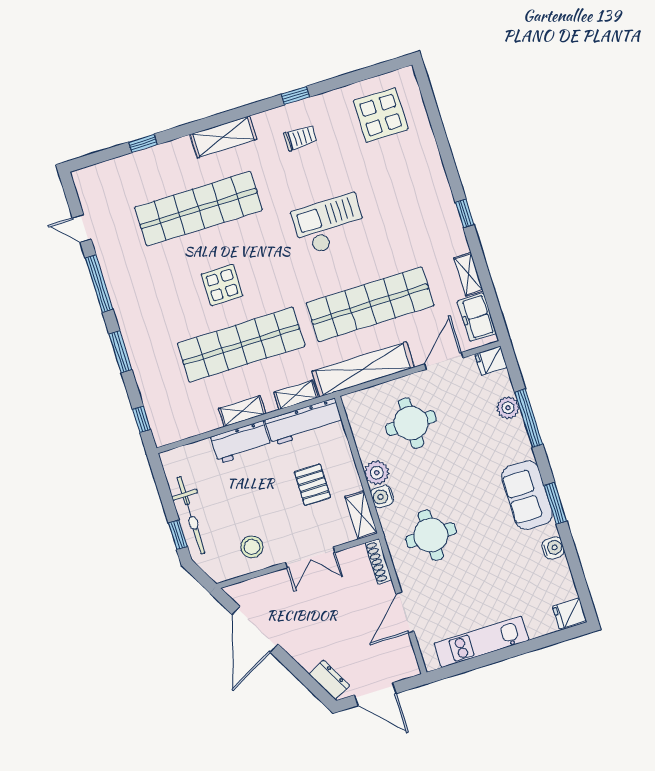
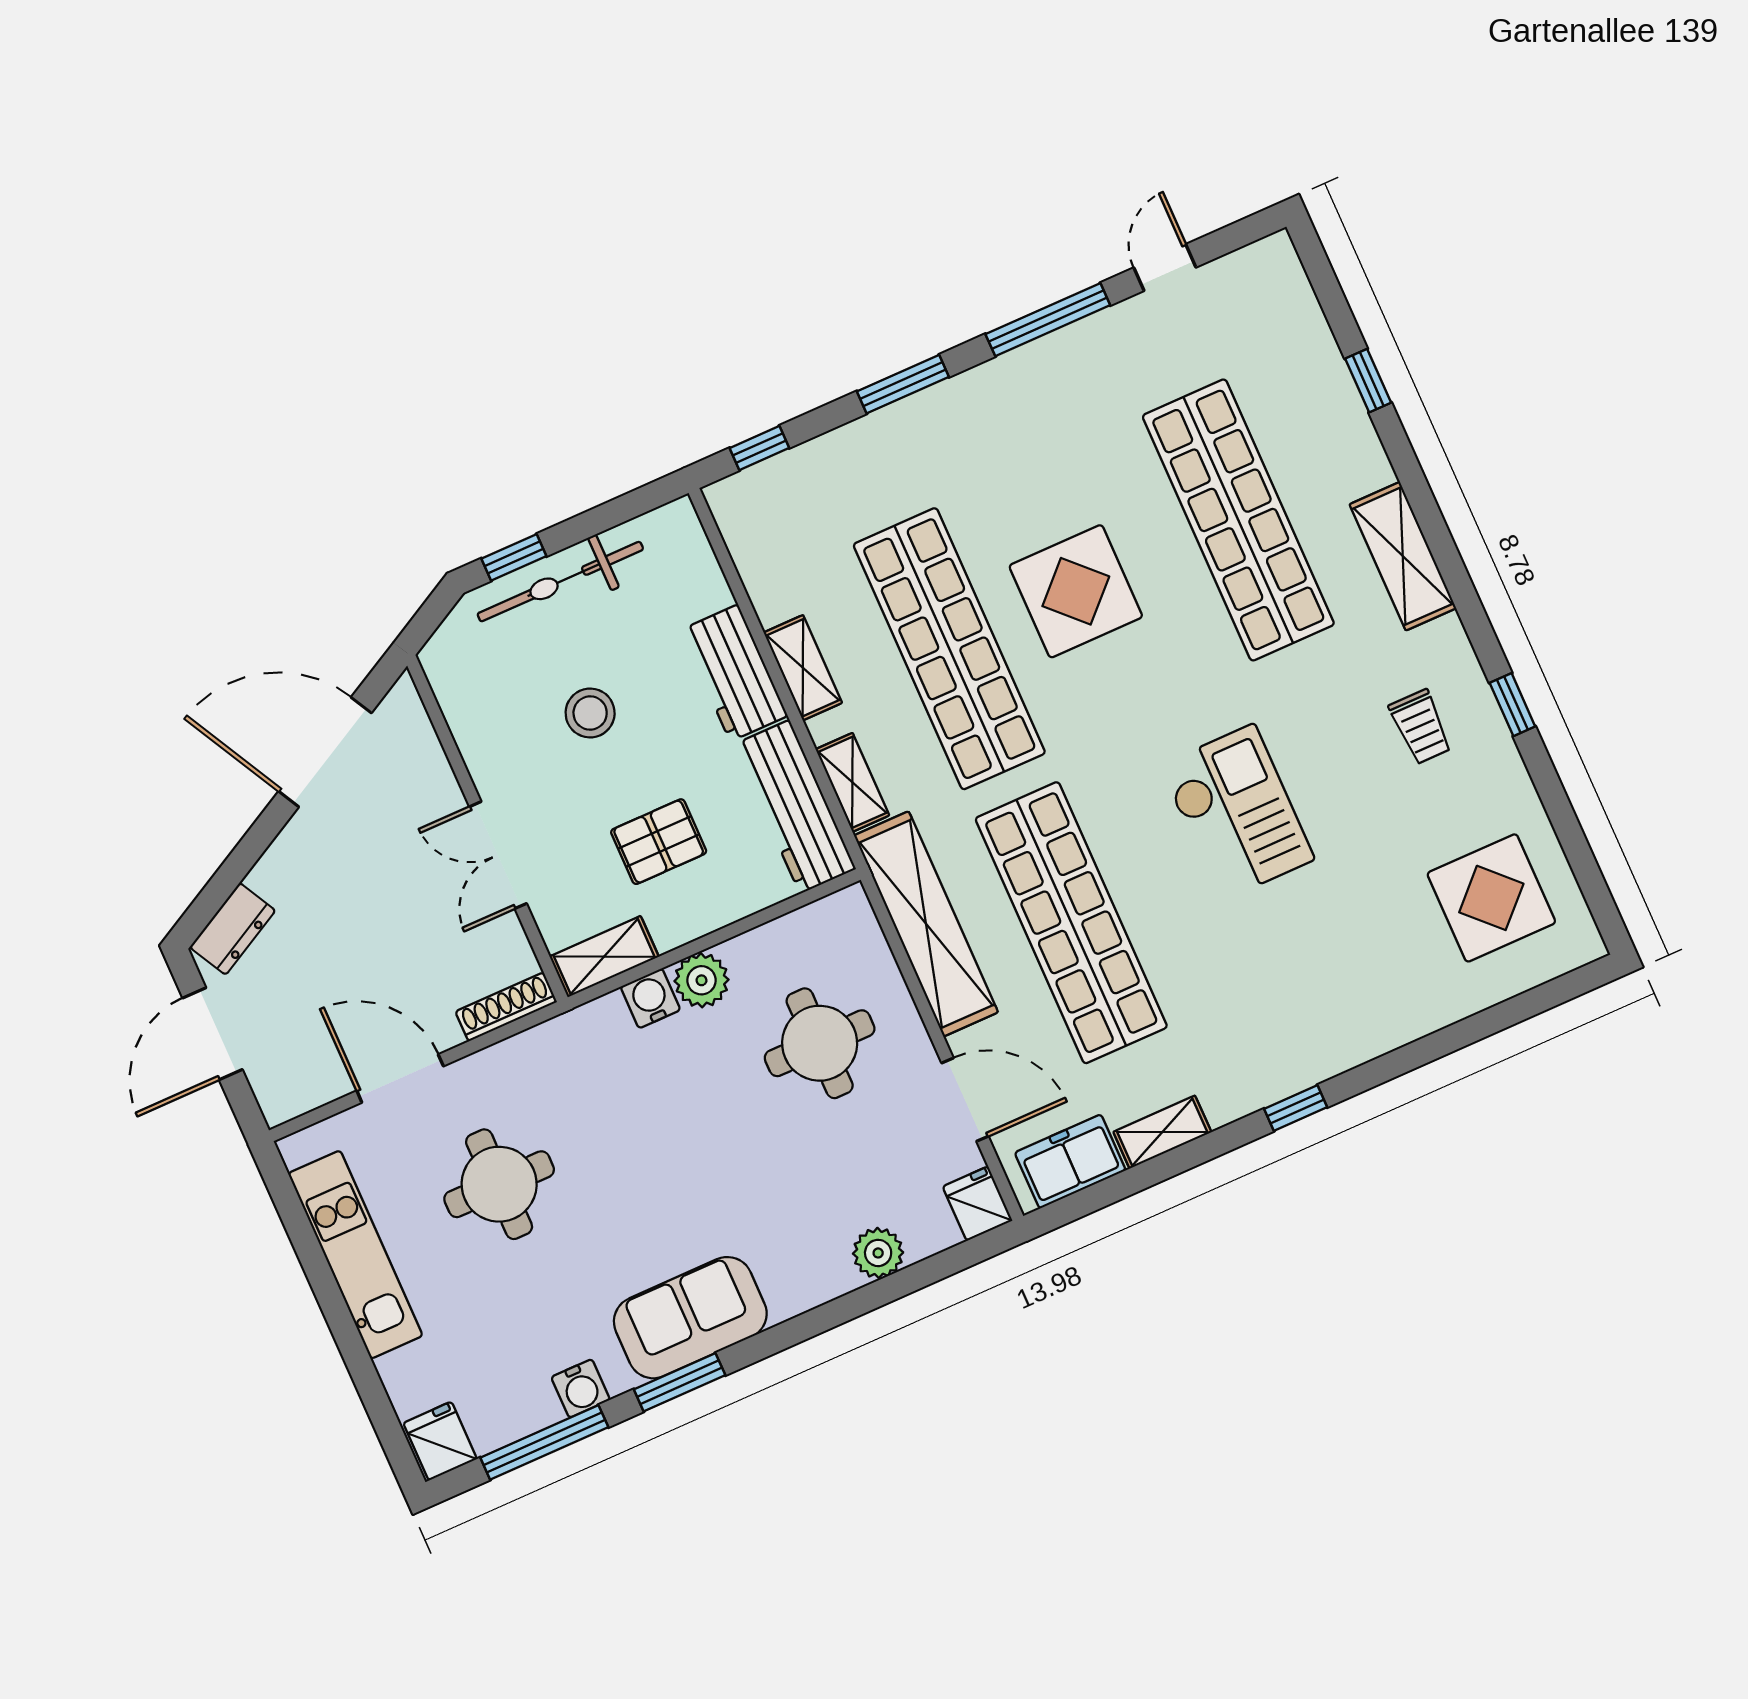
display table: (222, 285) -> (1076, 591), width x1.36, depth x1.36
window: (529, 418) -> (544, 1442), moved
round table: (431, 535) -> (499, 1184), moved
stool: (252, 547) -> (590, 713), moved

